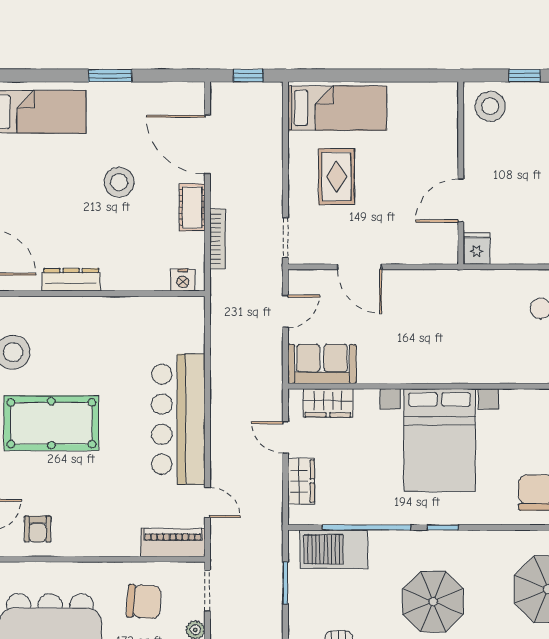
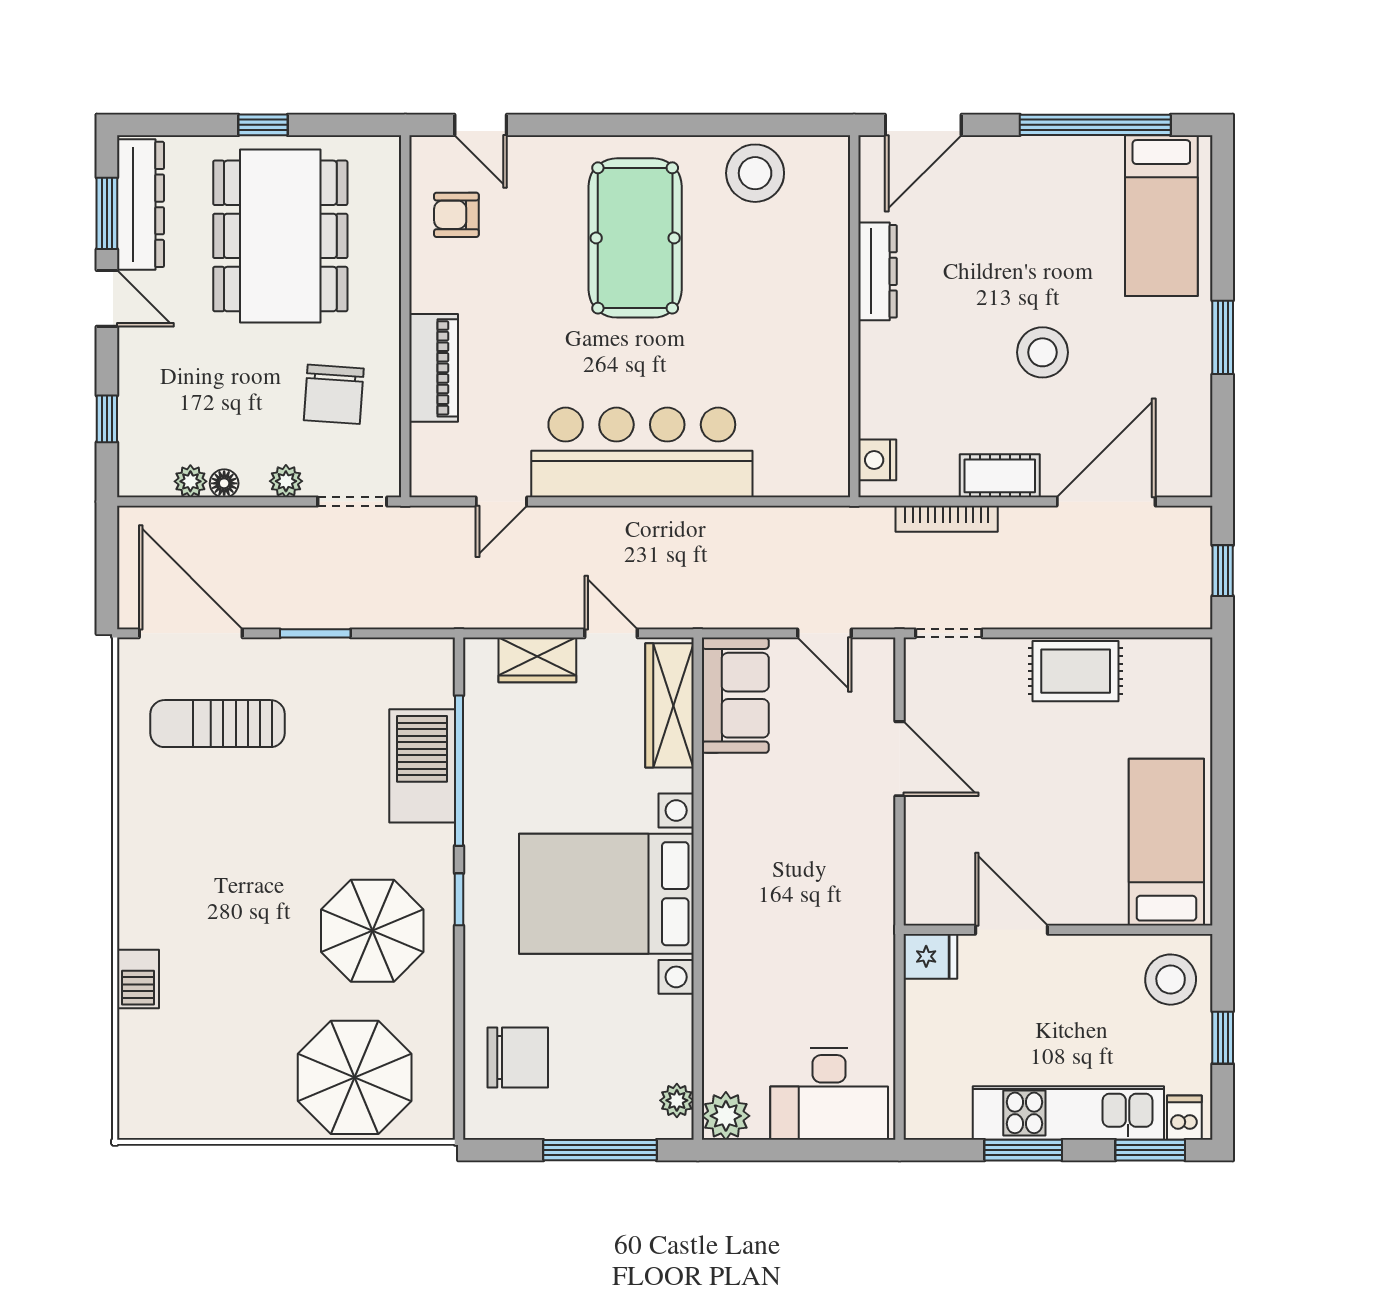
bed: (337, 108) -> (1166, 842), moved, turned 180
rug: (336, 177) -> (1076, 671), moved
door: (360, 267) -> (899, 759), swing flipped
wardrobe: (328, 403) -> (669, 705), width x1.50
door: (285, 437) -> (611, 633), hinge flipped
piano: (173, 542) -> (434, 368), moved
barbecue: (334, 549) -> (422, 766), moved
window: (285, 583) -> (315, 633), moved
parasol: (433, 602) -> (372, 931), moved

